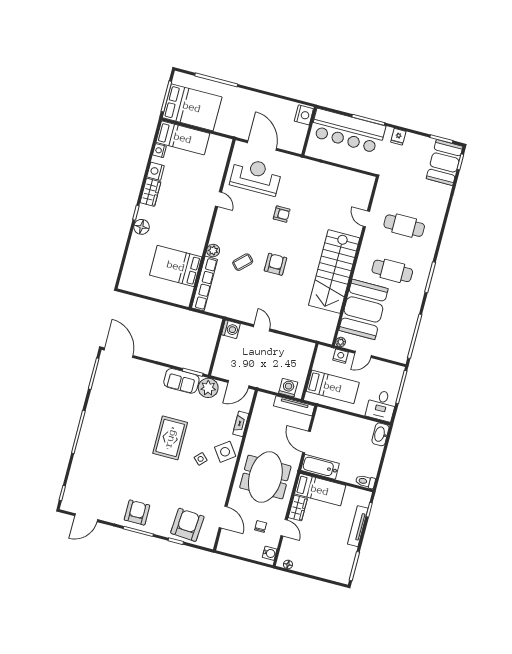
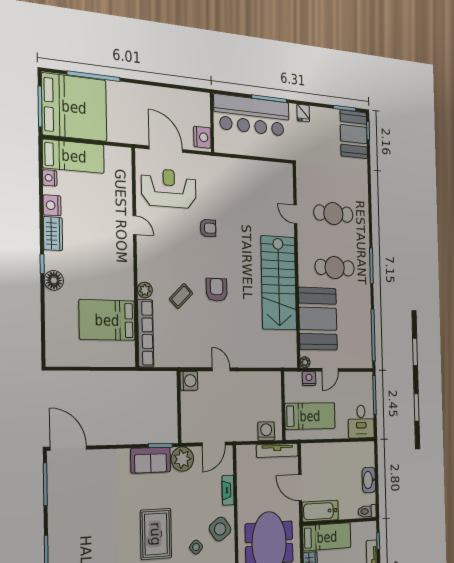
bed: (192, 107) -> (74, 107), width x1.36
nightstand: (304, 115) -> (202, 137), moved
washbasin: (380, 434) -> (369, 480), moved

